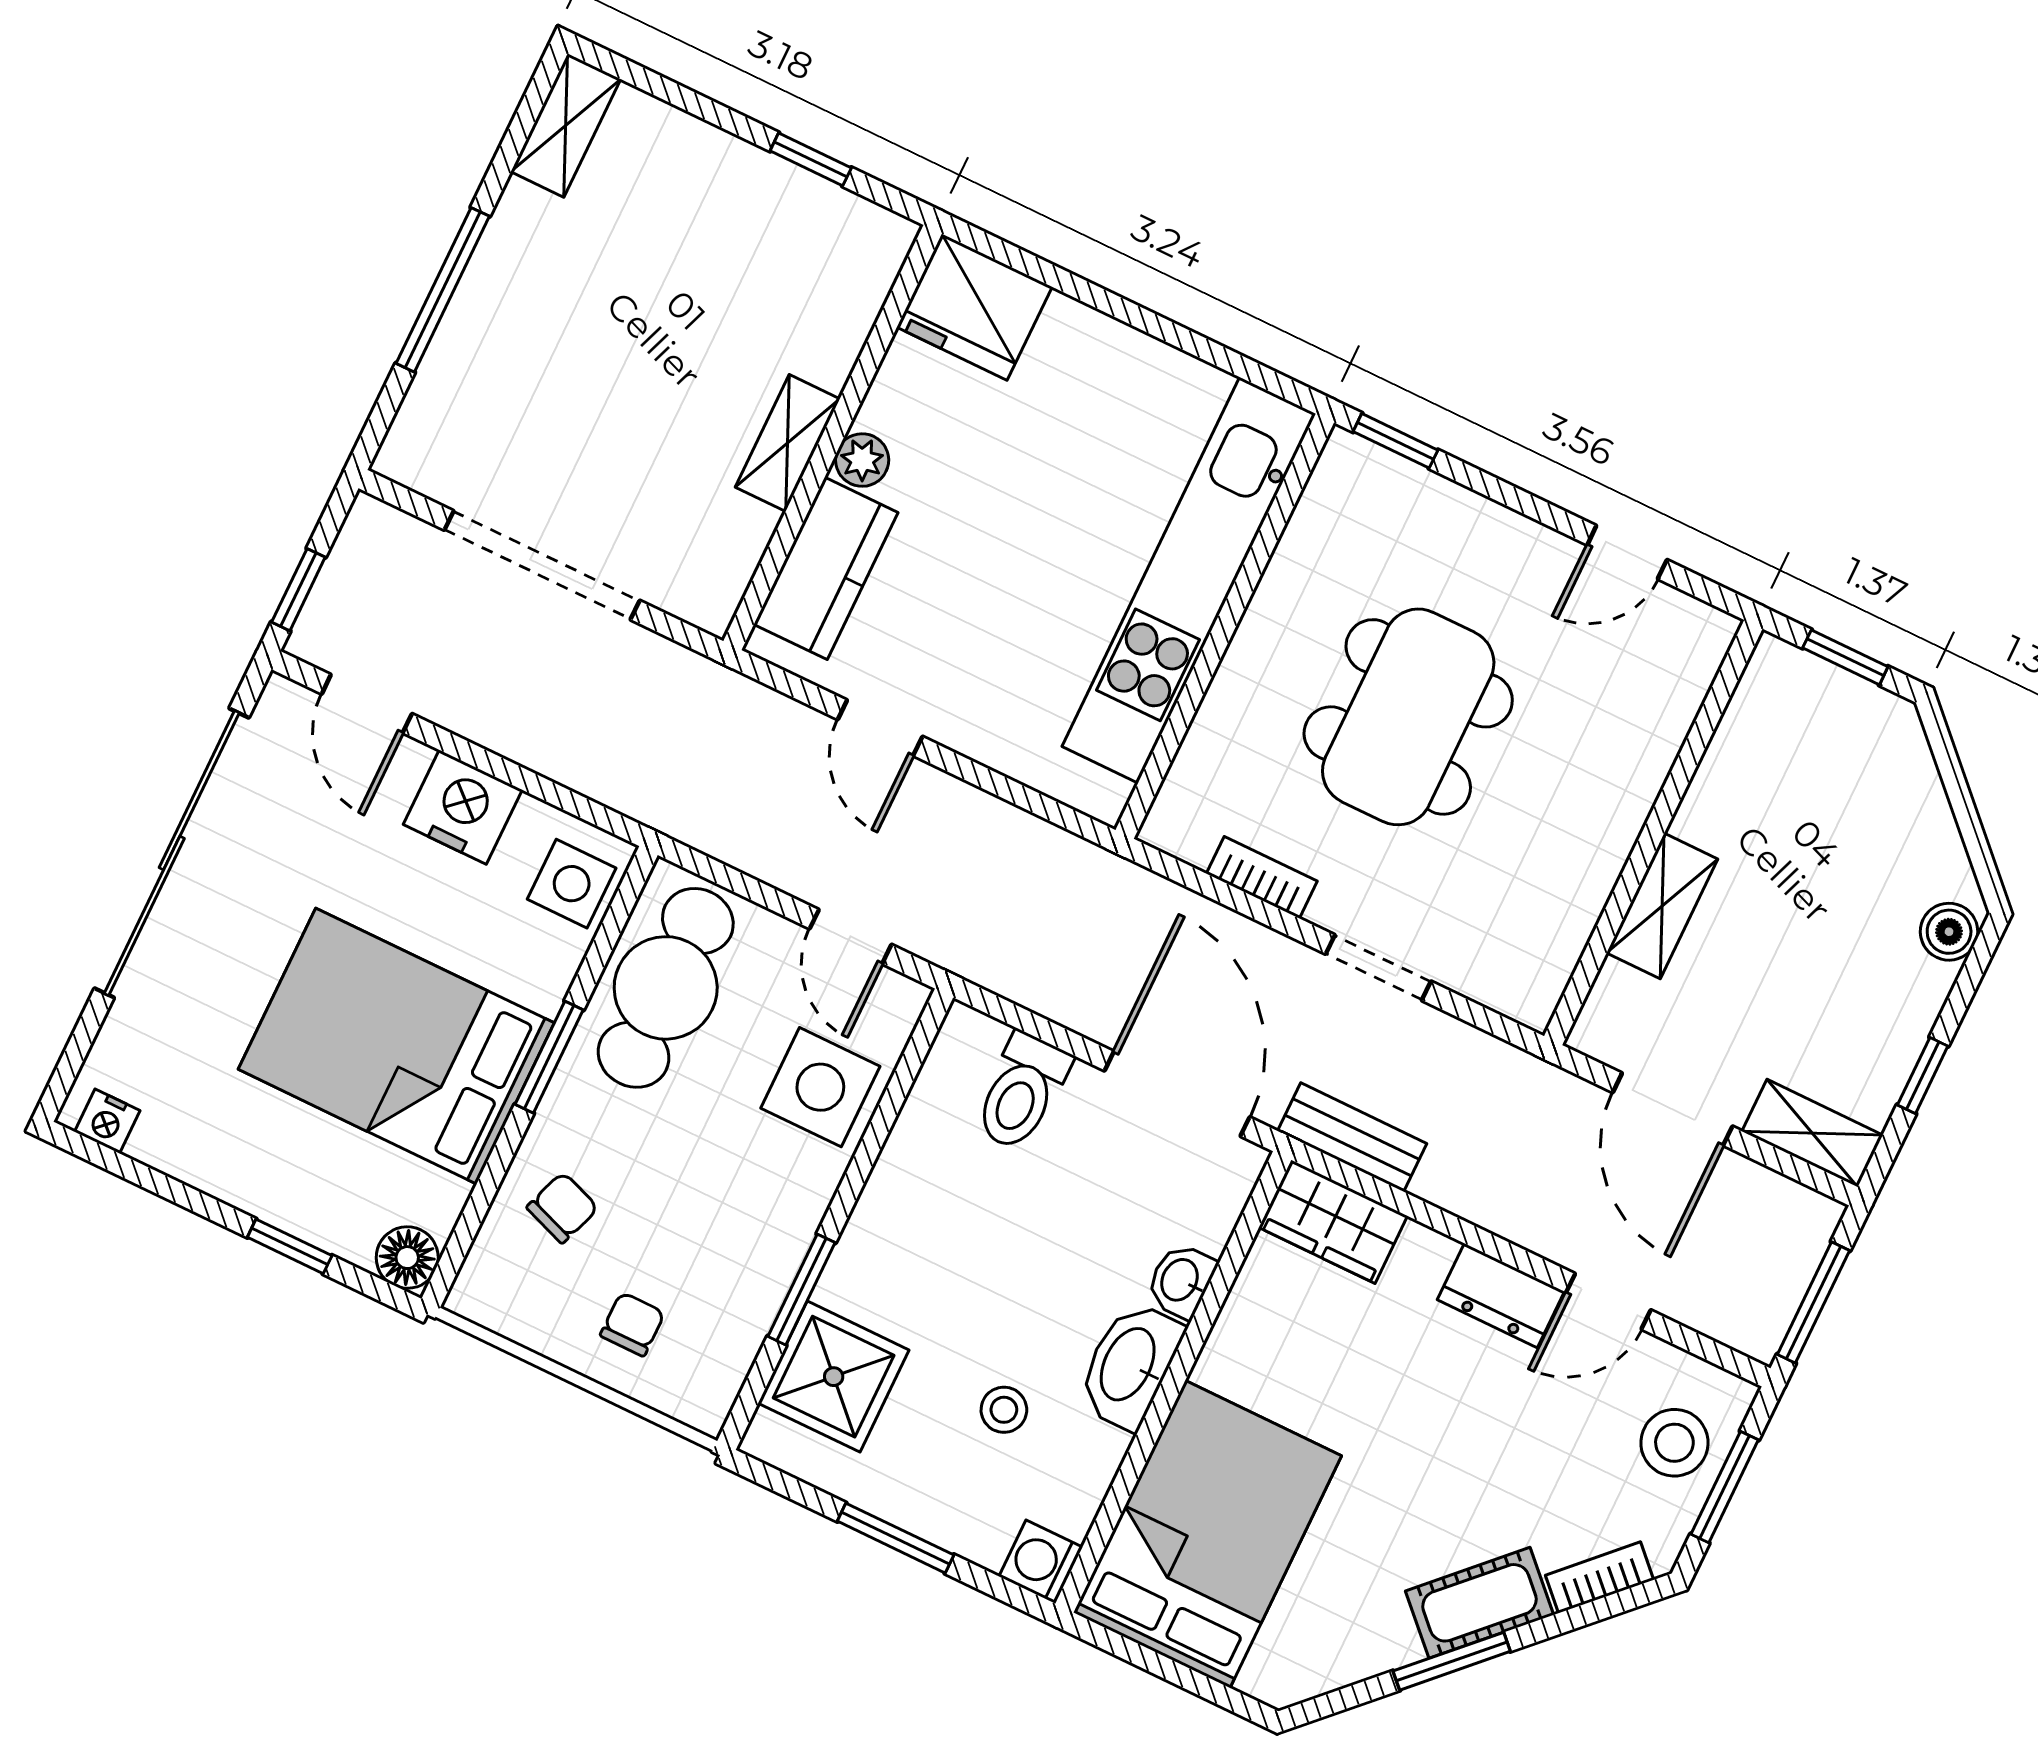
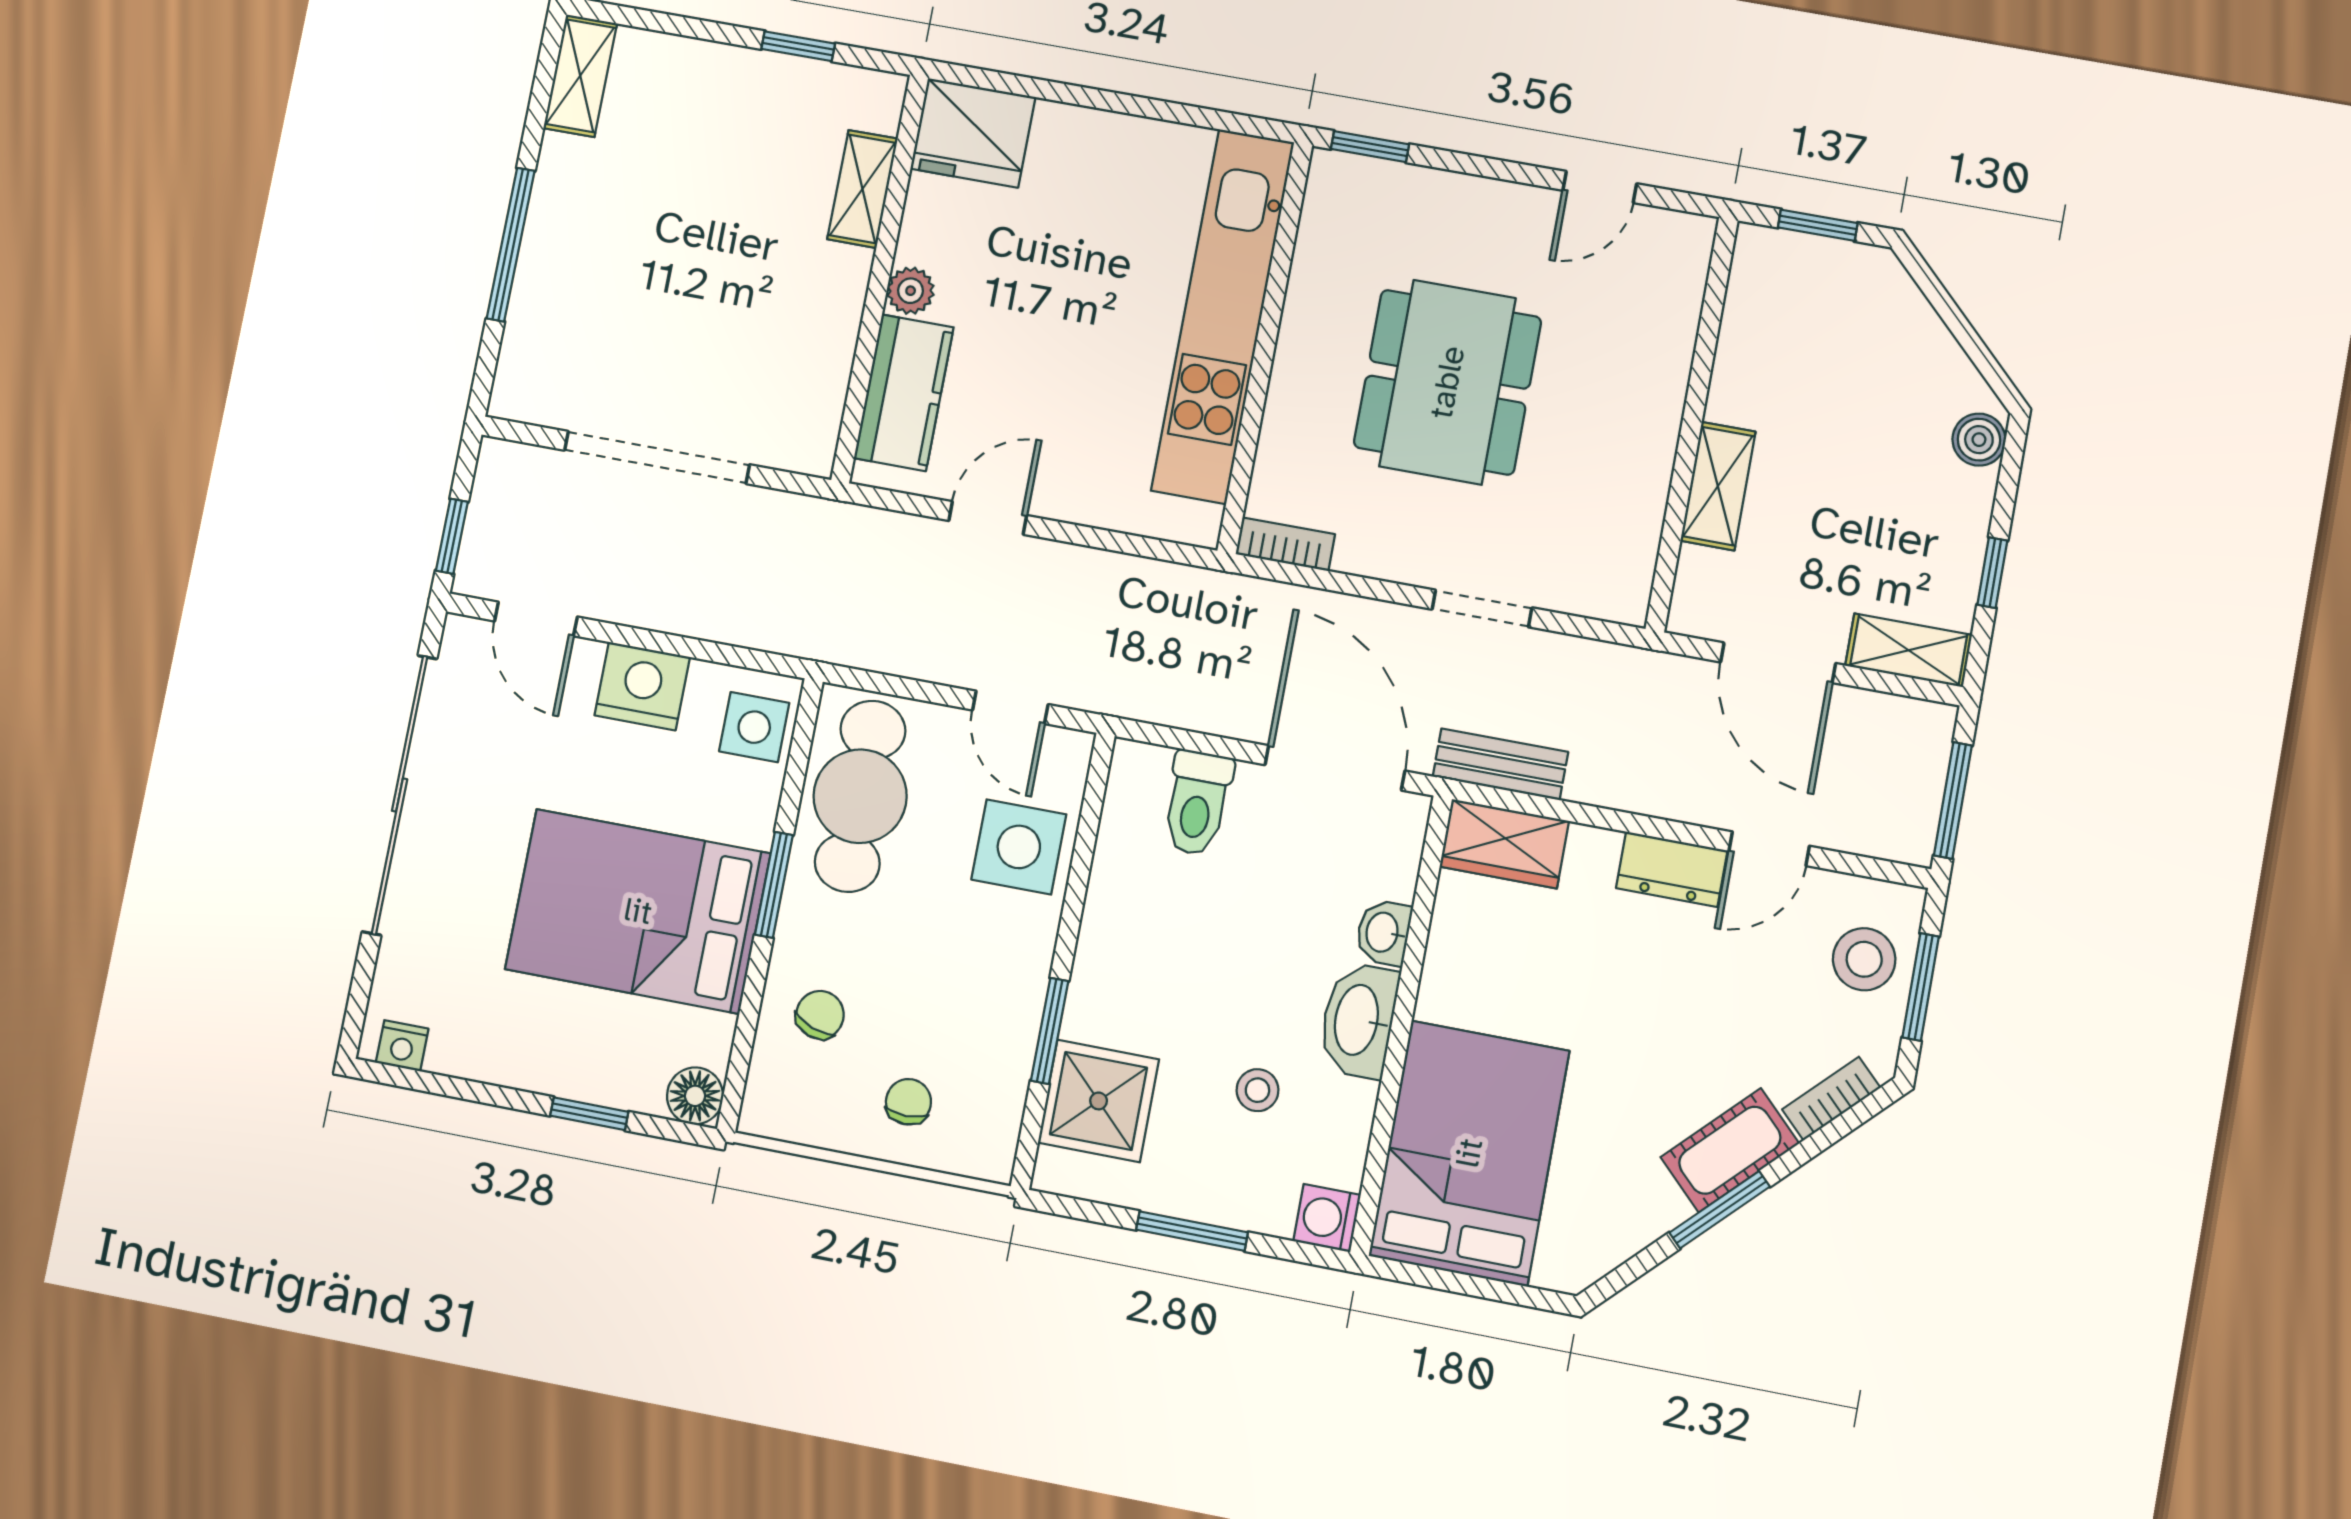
shelving: (787, 443) -> (862, 189), moved
door: (880, 728) -> (988, 518), swing flipped
bookcase: (1262, 877) -> (1285, 544), moved

